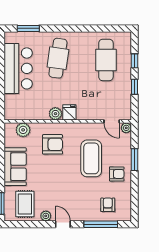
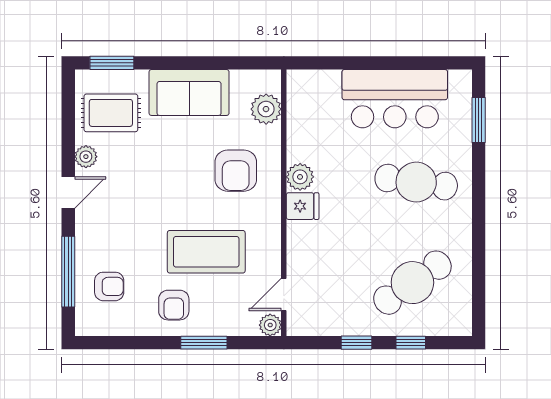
cafe table: (106, 60) -> (412, 283), turned -35

